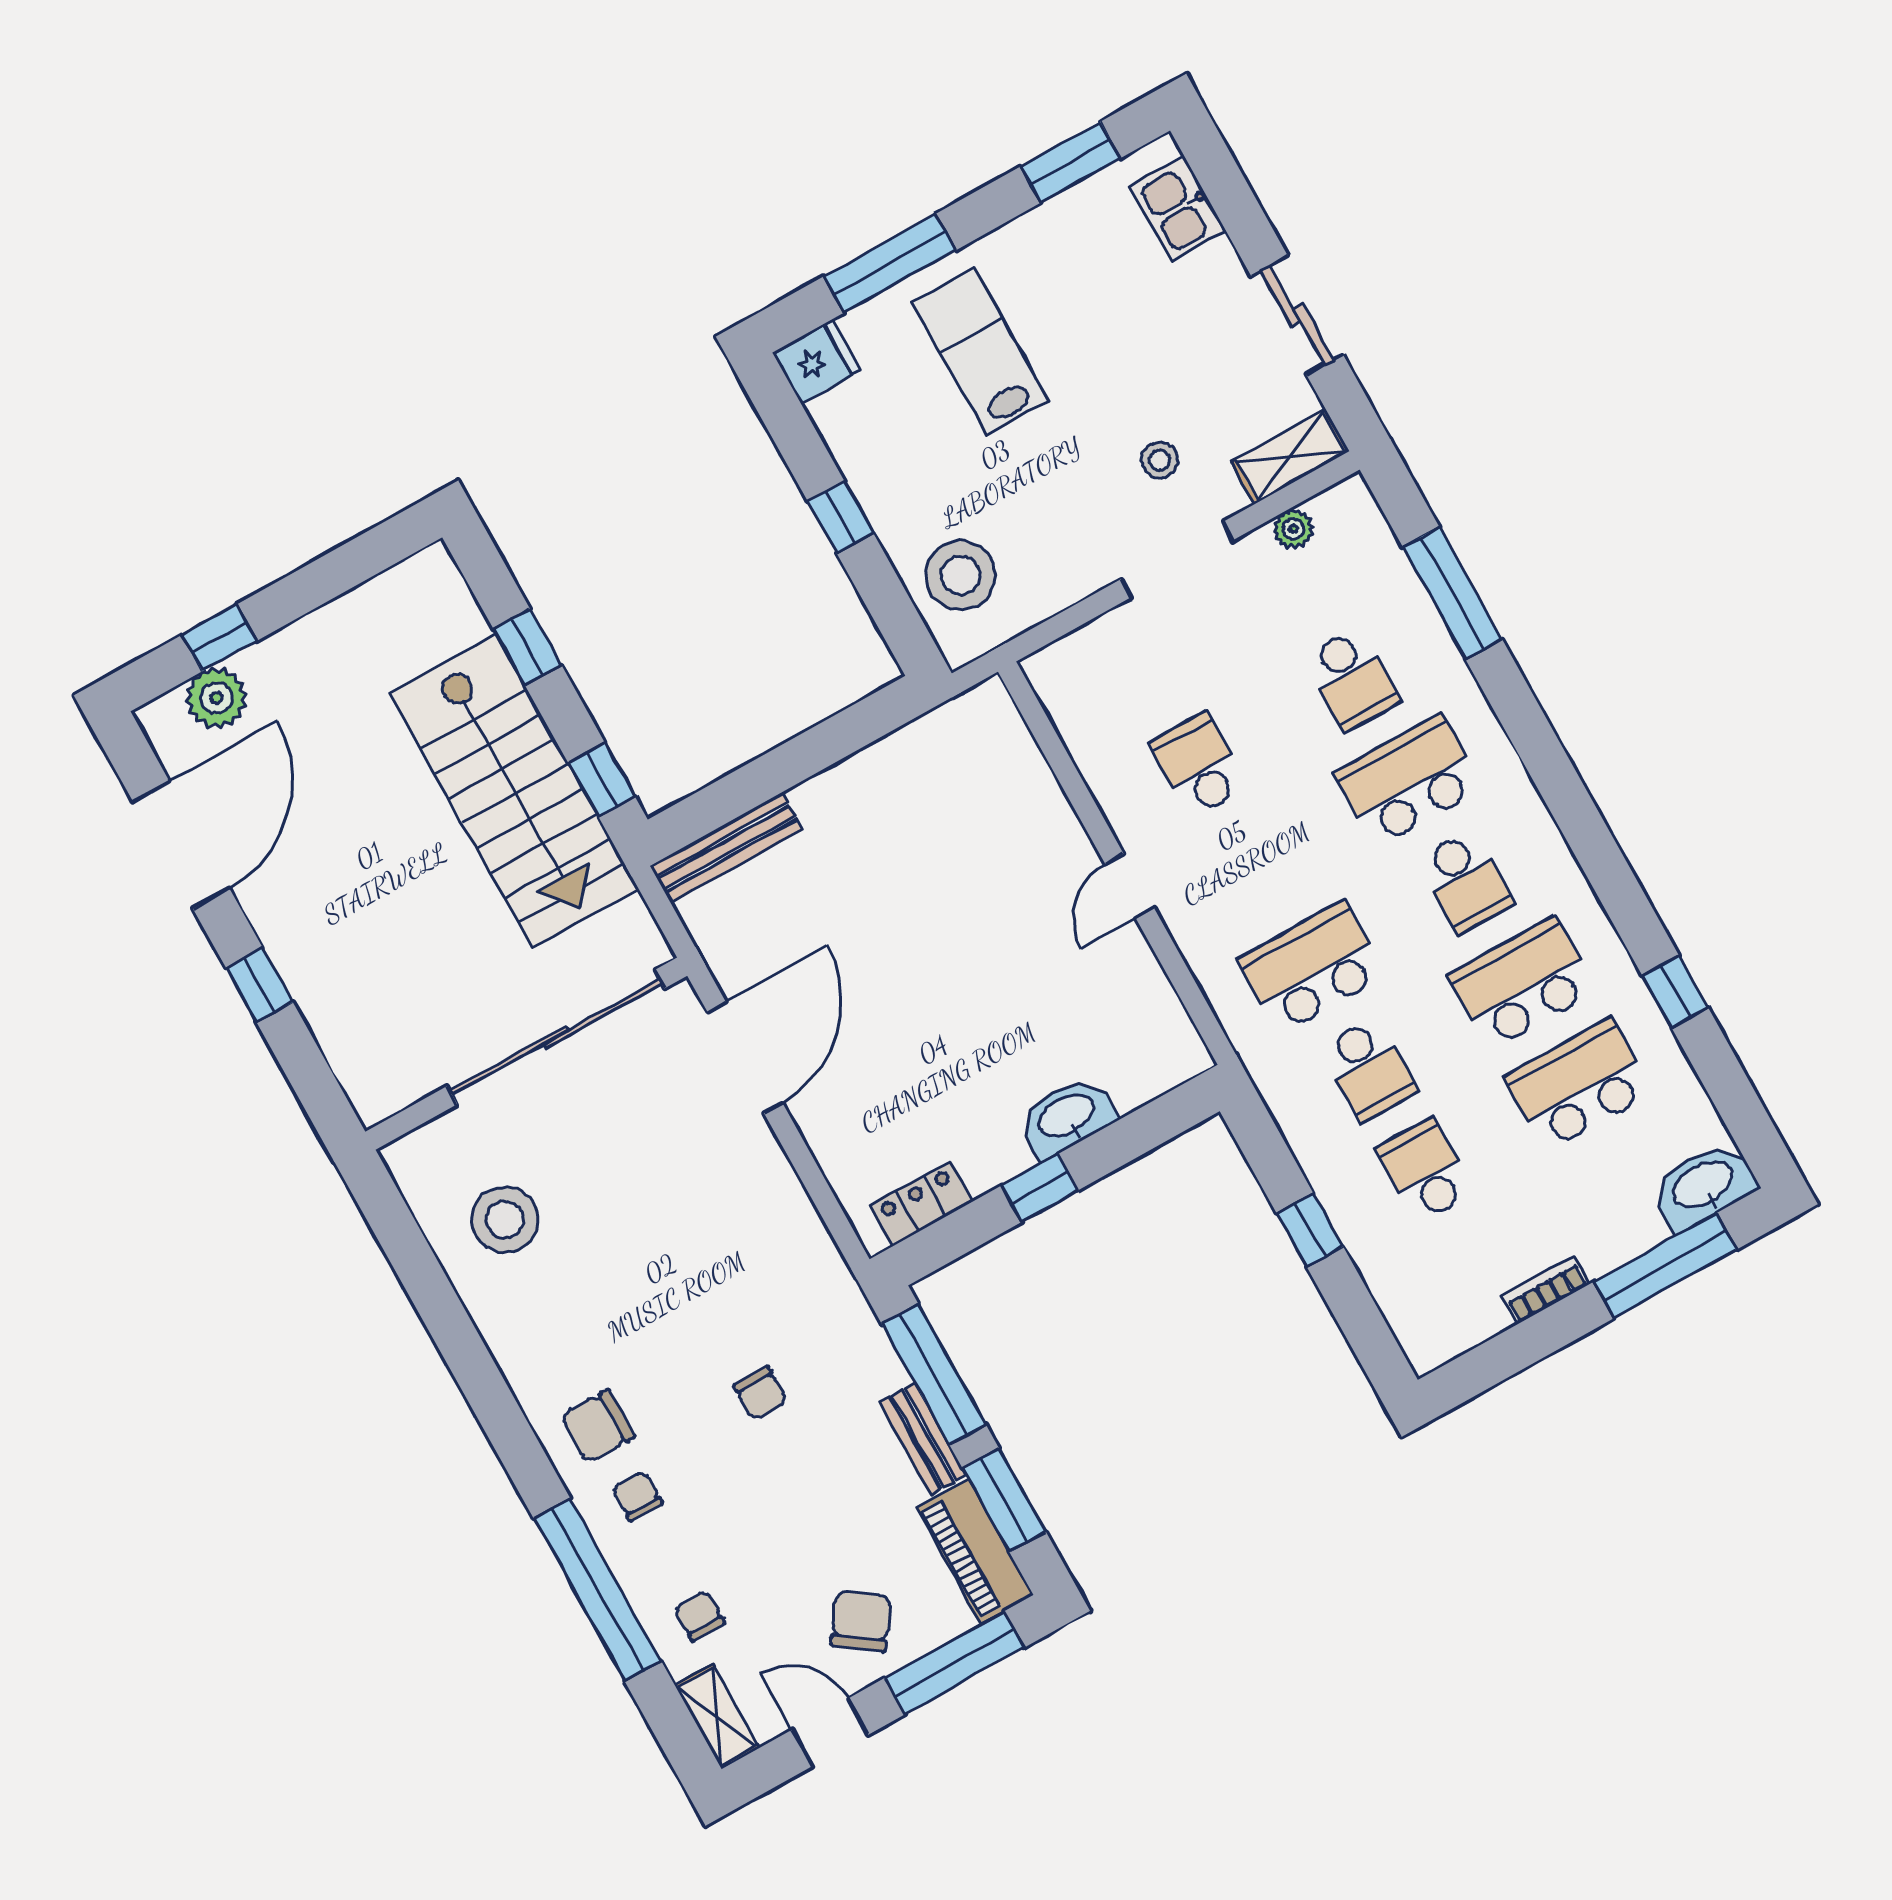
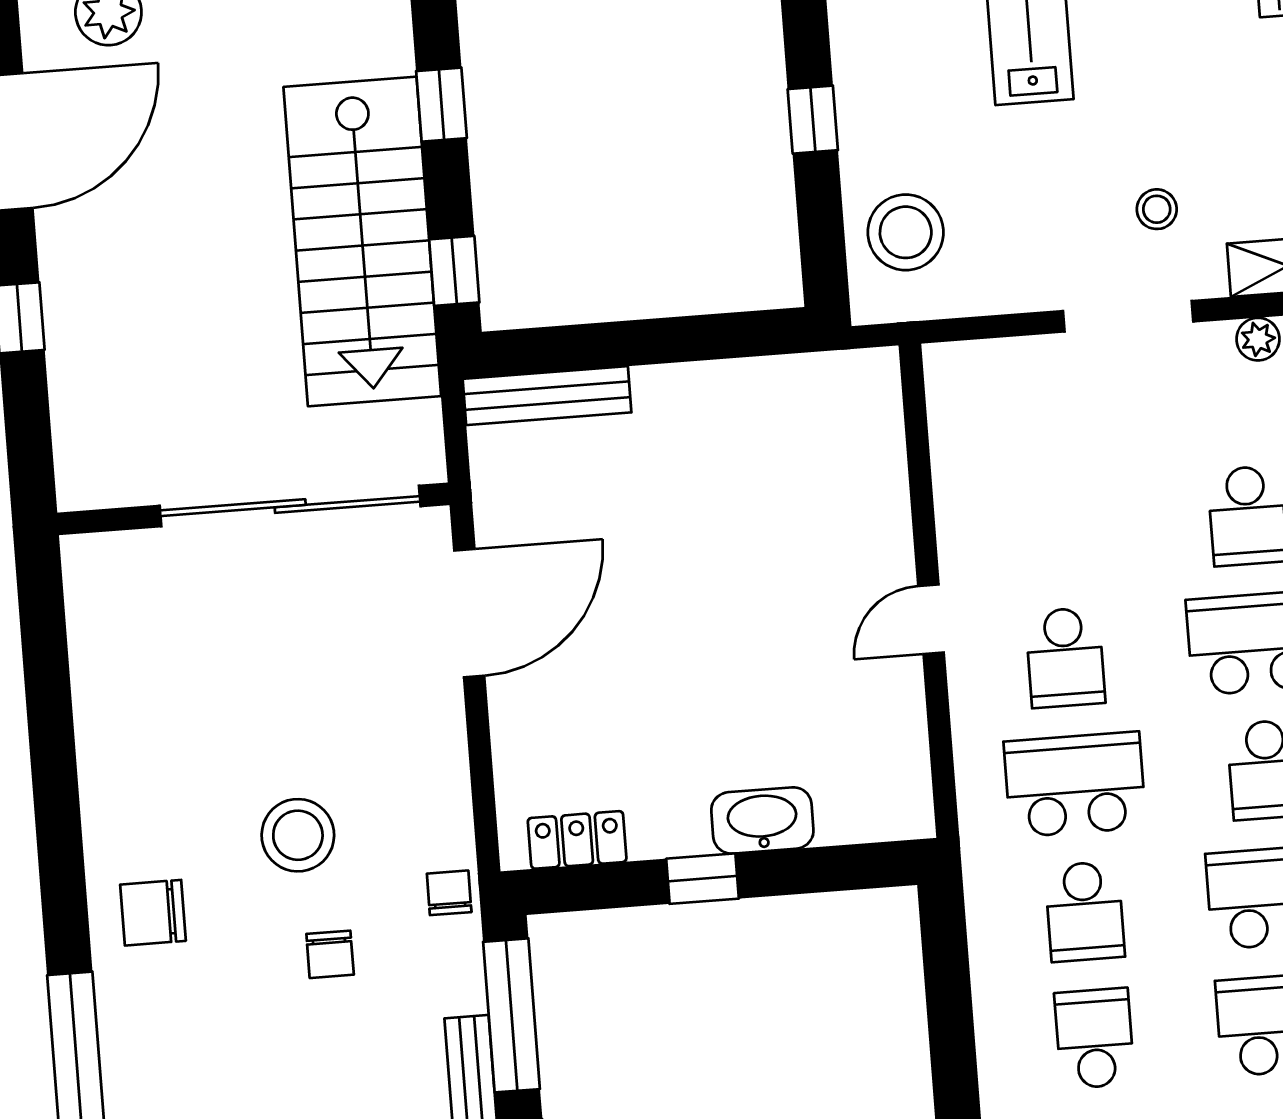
school desk: (1199, 765) -> (1065, 658), moved, turned 180
stool: (505, 1220) -> (298, 835), moved
window: (1310, 1230) -> (952, 1045), removed
chair: (637, 1496) -> (449, 893), moved

